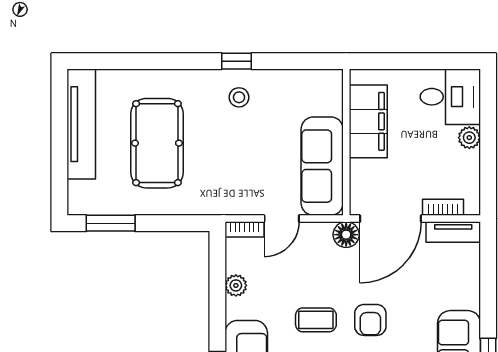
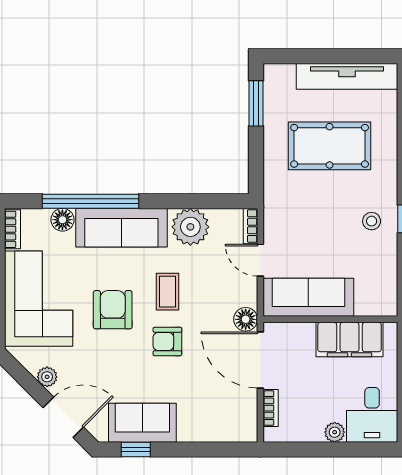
tv unit: (453, 232) -> (248, 417), removed
plant: (236, 285) -> (190, 227), width x1.87, depth x1.87

